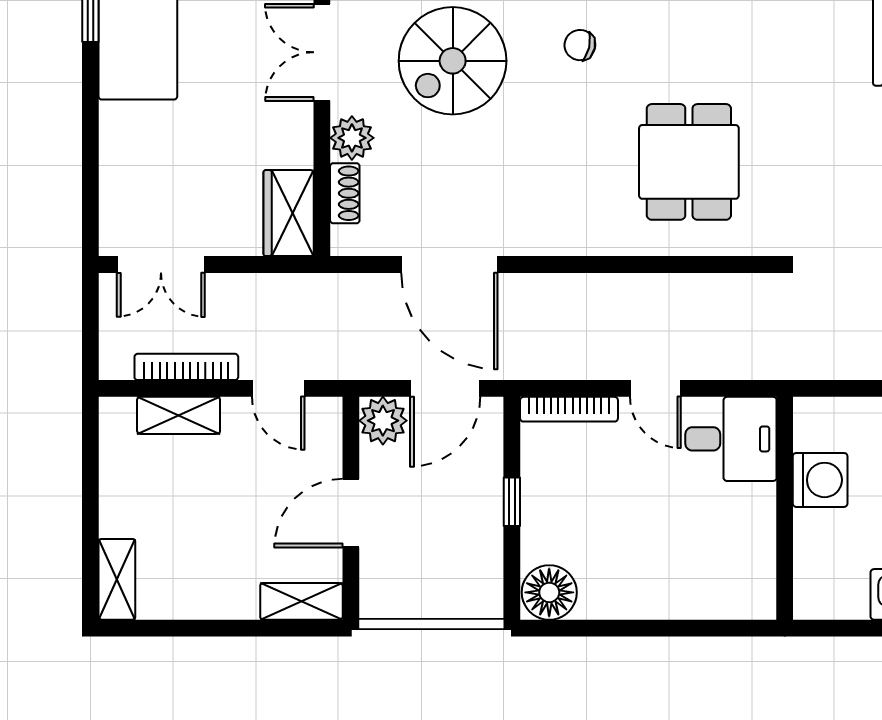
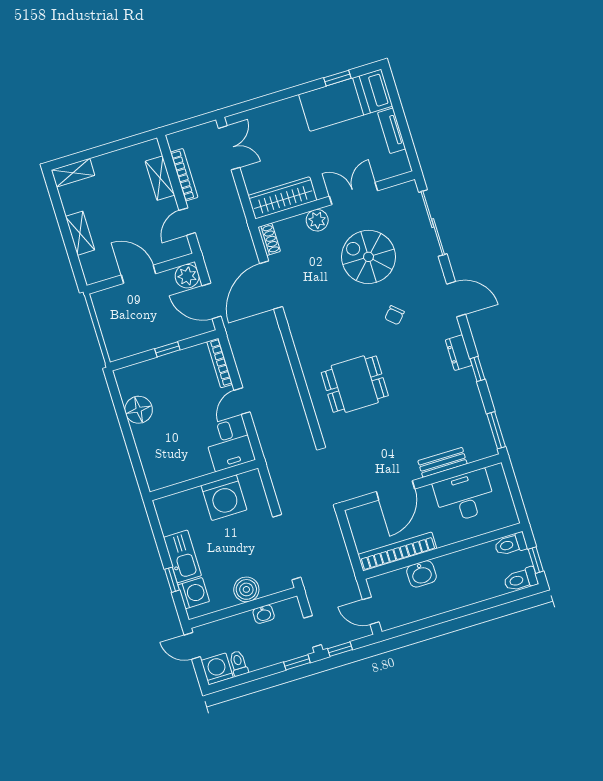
chair: (580, 45) -> (394, 315), turned -151
shoe rack: (345, 193) -> (269, 239), moved, turned -90
wardrobe: (289, 213) -> (282, 198), width x1.50
double door: (161, 264) -> (229, 148), swing flipped
washing machine: (820, 480) -> (224, 498), width x1.37, depth x1.37
floor lamp: (549, 592) -> (139, 410), moved
shelving: (301, 601) -> (80, 233), moved

